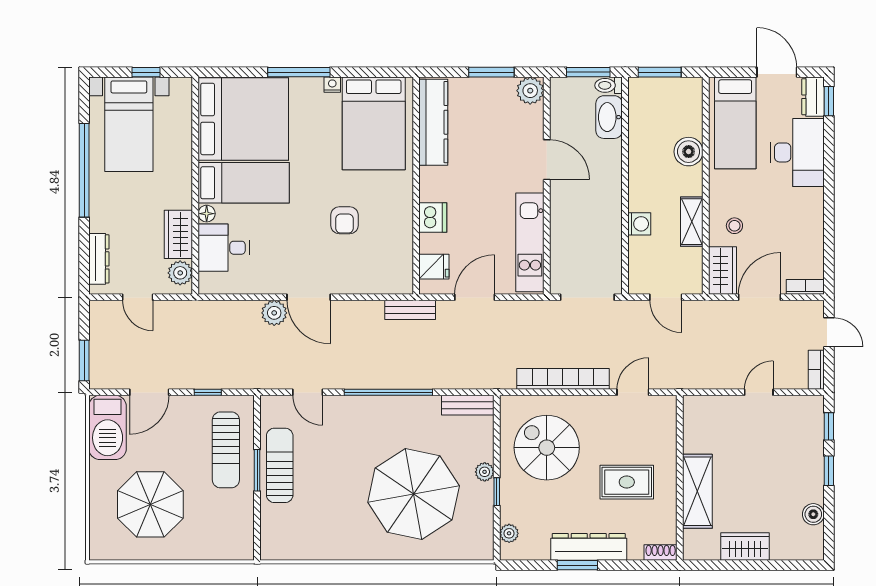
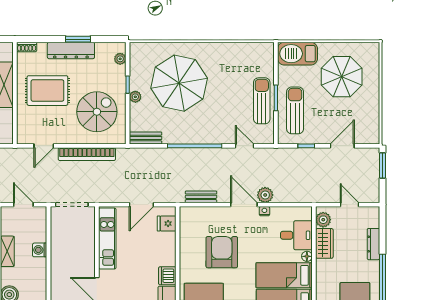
dishwasher: (433, 218) -> (167, 276), moved
armchair: (345, 220) -> (222, 252), width x1.88, depth x1.88
dresser: (99, 259) -> (373, 244), moved
nightstand: (275, 287) -> (264, 211), added
bench: (410, 310) -> (201, 197), moved
barbecue: (108, 427) -> (297, 54), moved, turned -90
spiral stairs: (547, 448) -> (97, 112), turned -90
sun lounger: (280, 465) -> (262, 101), turned 180
rug: (627, 482) -> (47, 91), width x1.36, depth x1.43

